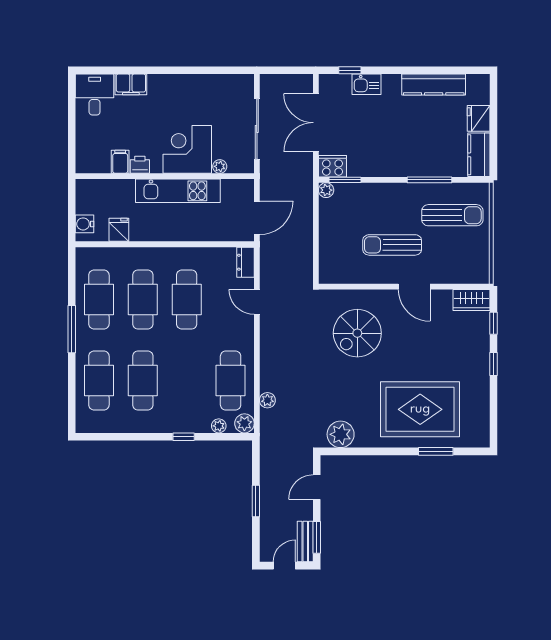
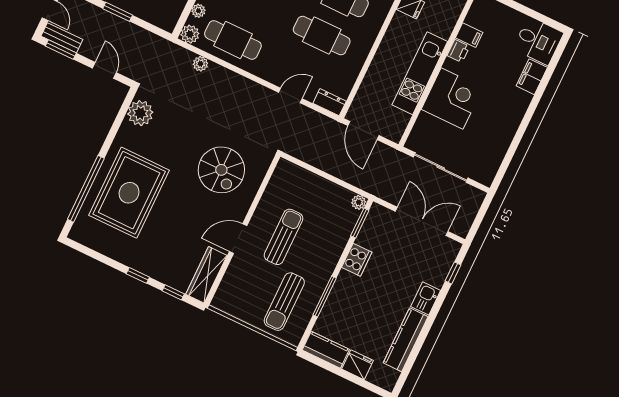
kitchen sink: (366, 84) -> (426, 298), moved
plant: (220, 166) -> (424, 120), removed
cooker: (333, 166) -> (357, 260), moved
wardrobe: (471, 300) -> (206, 275), width x1.50
spiral stairs: (357, 333) -> (221, 170), turned 180
window: (436, 451) -> (86, 189), width x2.11

